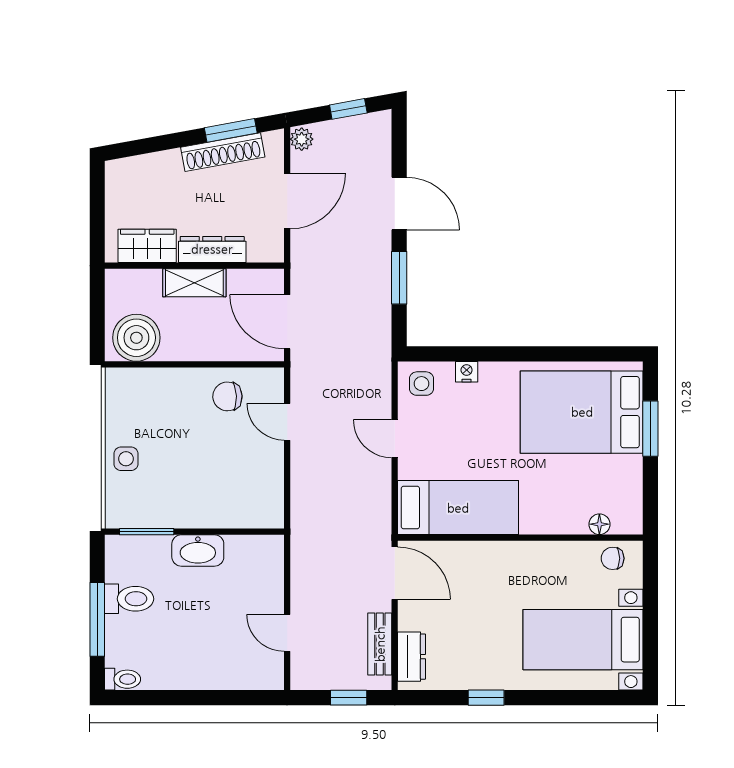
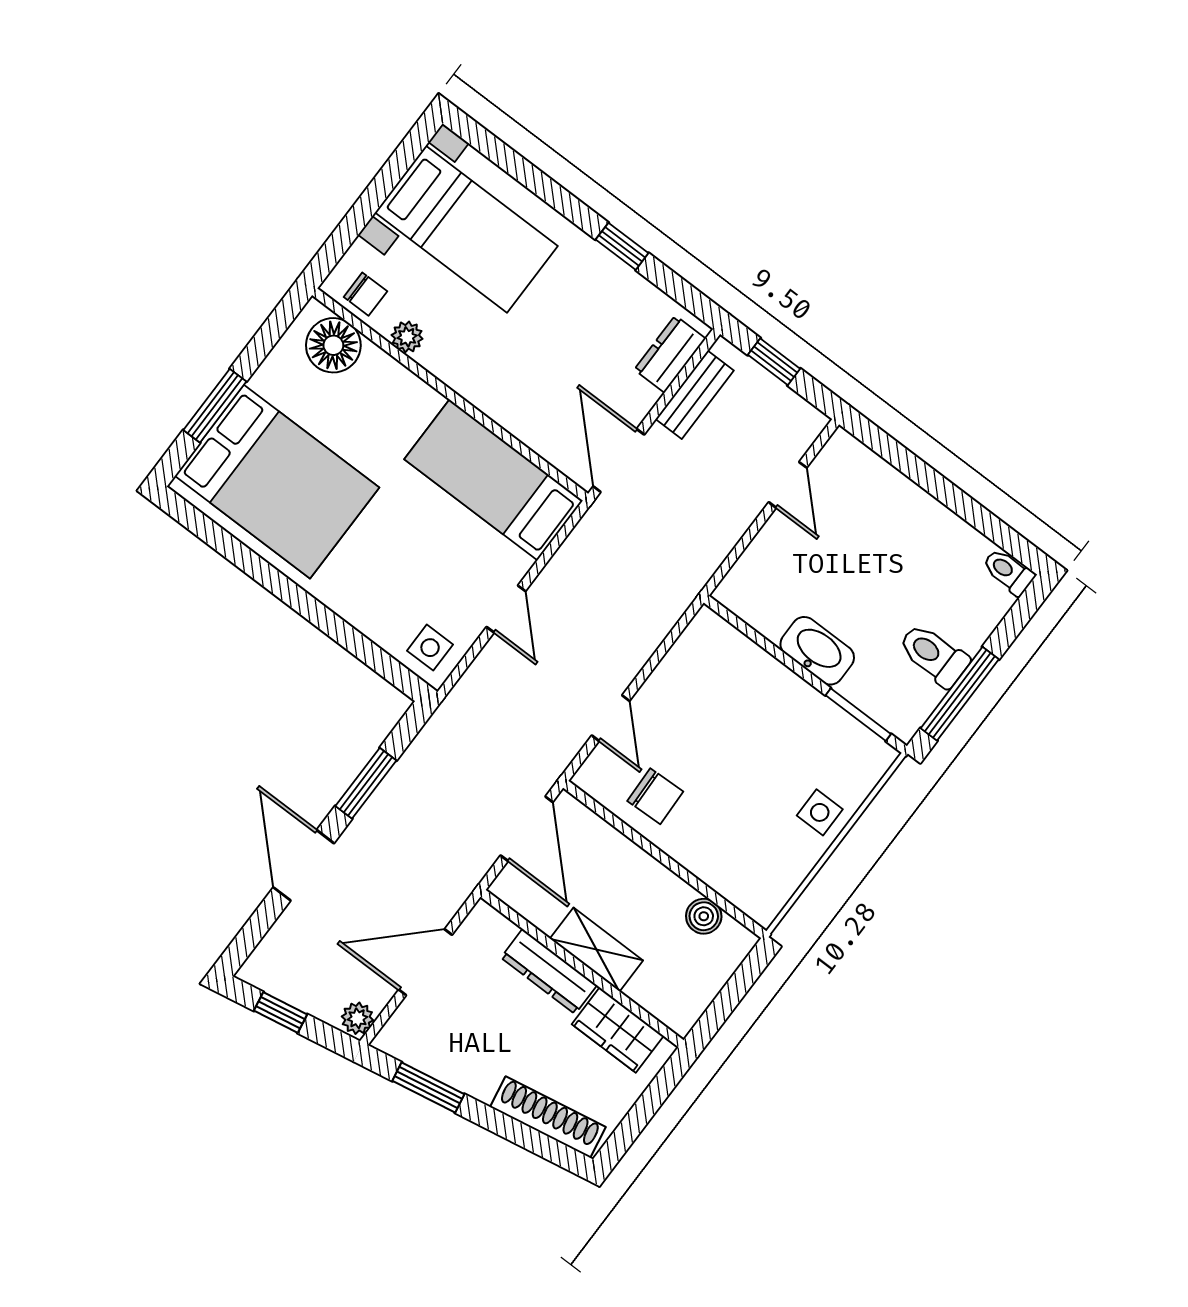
shoe rack: (223, 152) -> (548, 1117), moved
boiler: (136, 338) -> (704, 916), width x0.54, depth x0.54
nightstand: (467, 372) -> (370, 623), removed
floor lamp: (599, 524) -> (333, 345), width x1.89, depth x1.89
plant: (570, 552) -> (407, 337), added
window: (97, 619) -> (960, 694), moved

